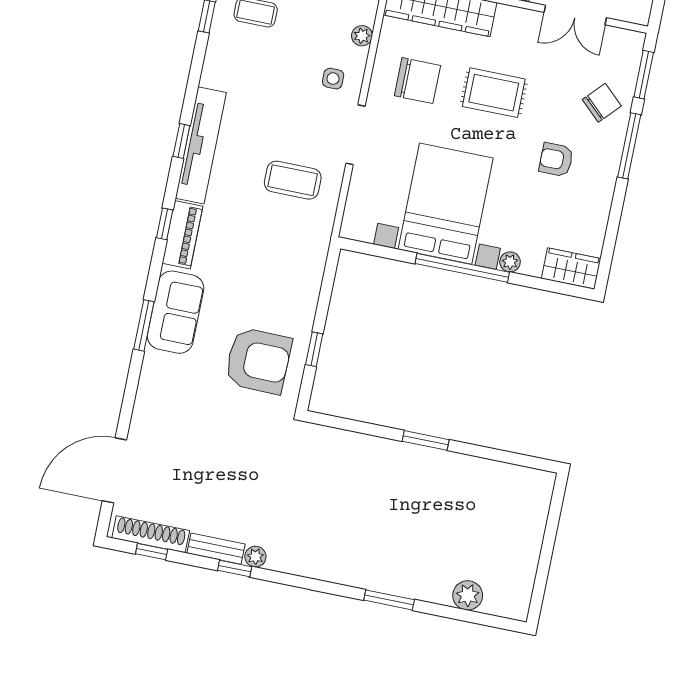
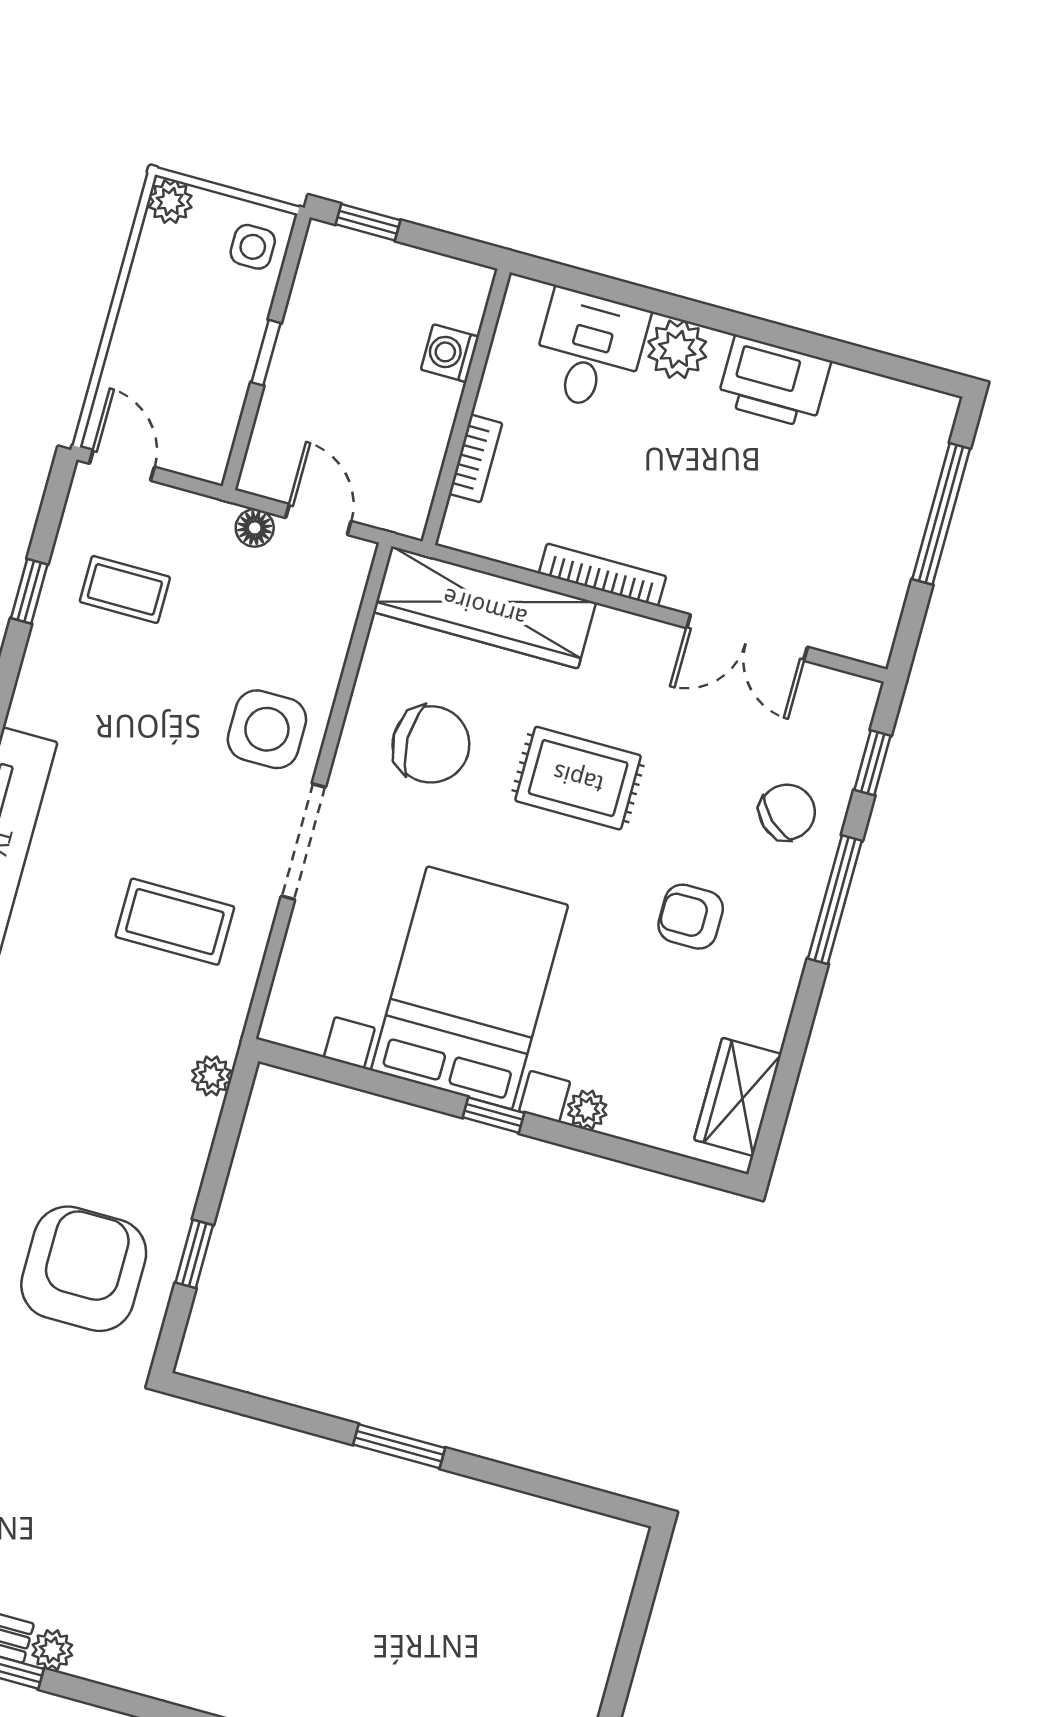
plant: (362, 36) -> (212, 1076), moved
window: (644, 75) -> (873, 763), width x0.67
side table: (333, 79) -> (267, 729), width x1.87, depth x1.87
window: (462, 268) -> (493, 1115), width x0.32
wardrobe: (571, 269) -> (738, 1097), moved, turned -90
armchair: (258, 361) -> (84, 1269), turned -91

